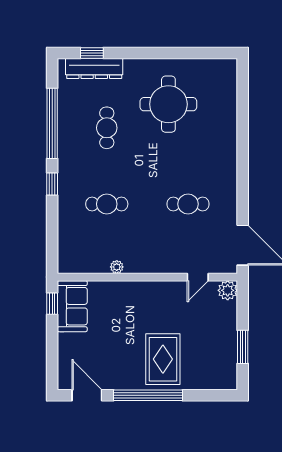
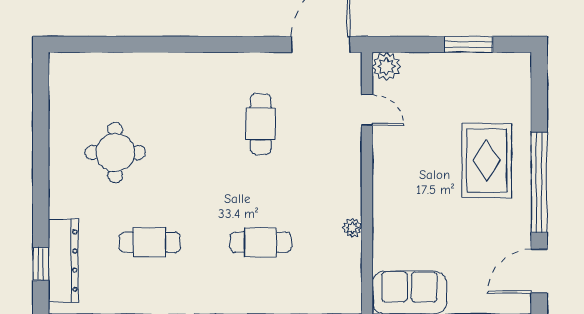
round table: (168, 104) -> (115, 152), width x0.73, depth x0.73
cafe table: (107, 204) -> (261, 242), turned 90
rug: (163, 359) -> (487, 161), turned 90

